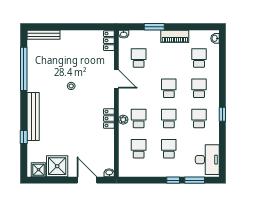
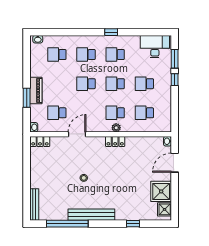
piano: (175, 36) -> (36, 91), moved
bench: (33, 116) -> (91, 215), moved

